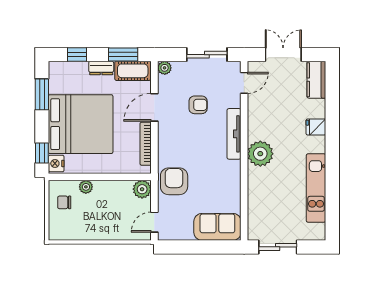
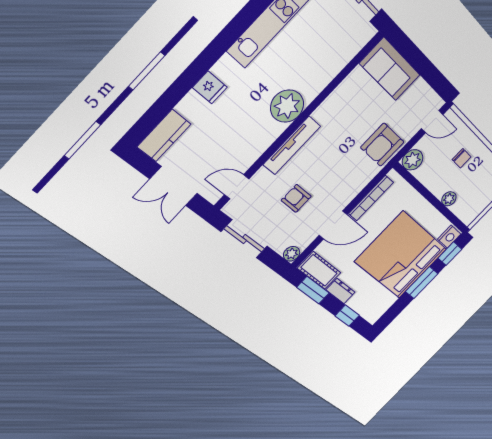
window: (42, 94) -> (422, 283), moved
chair: (64, 202) -> (462, 158), moved

